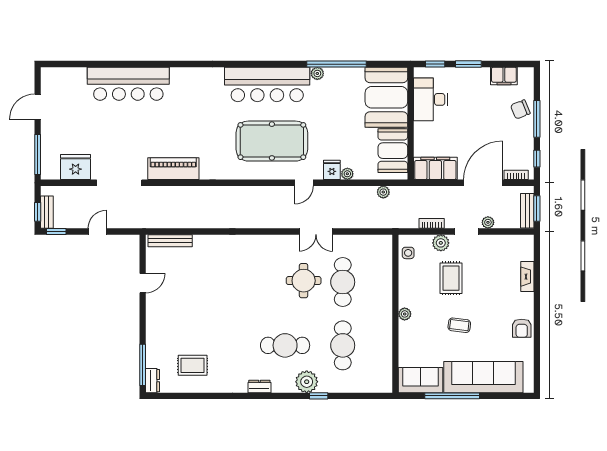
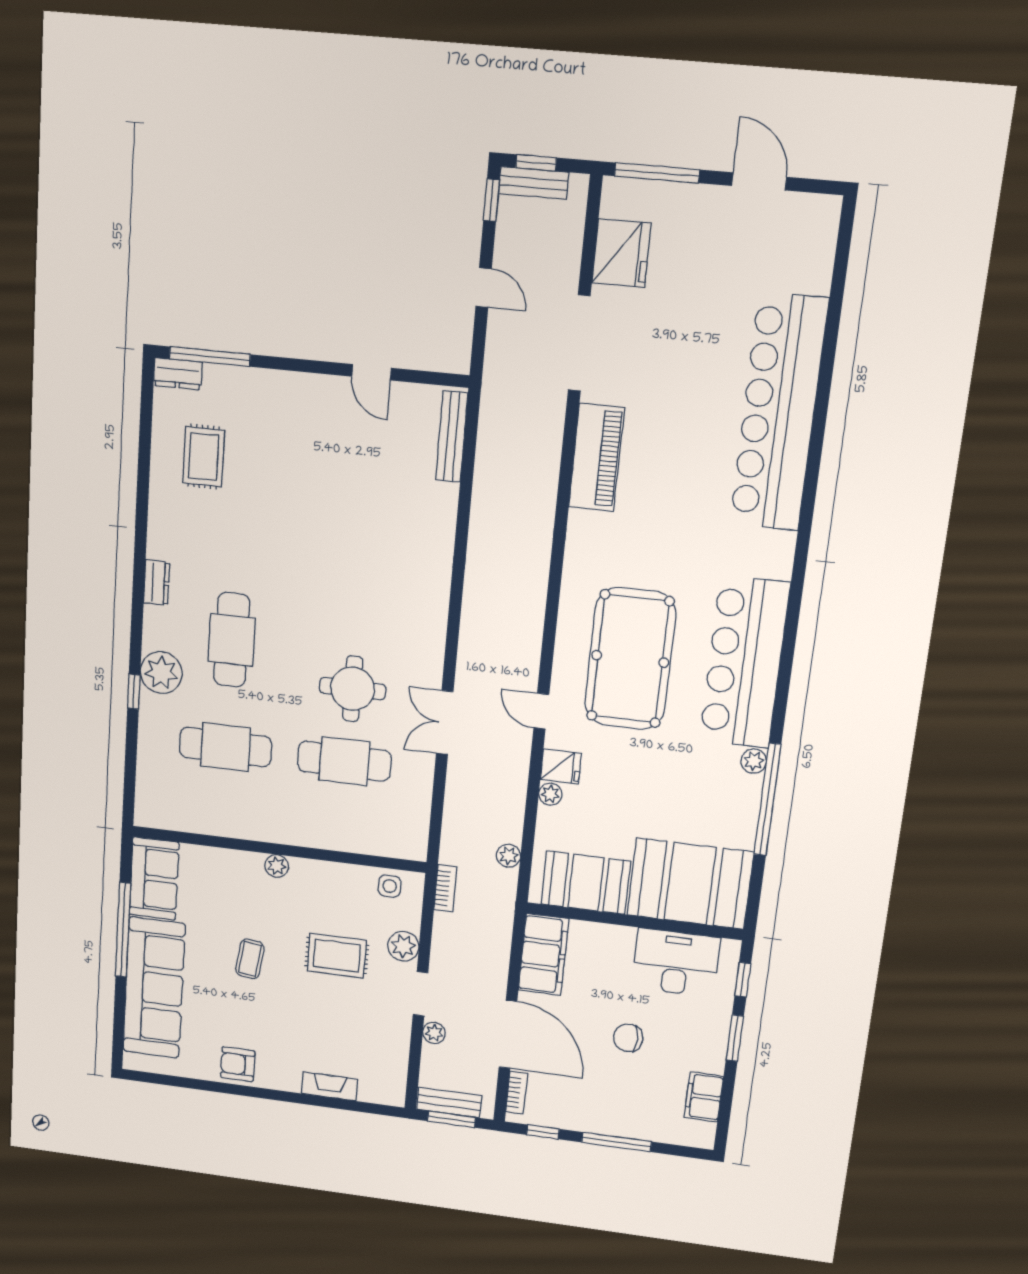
bar counter: (128, 84) -> (779, 413), width x1.36
chair: (520, 109) -> (628, 1038), moved, turned -68
bookcase: (432, 223) -> (445, 888), moved

